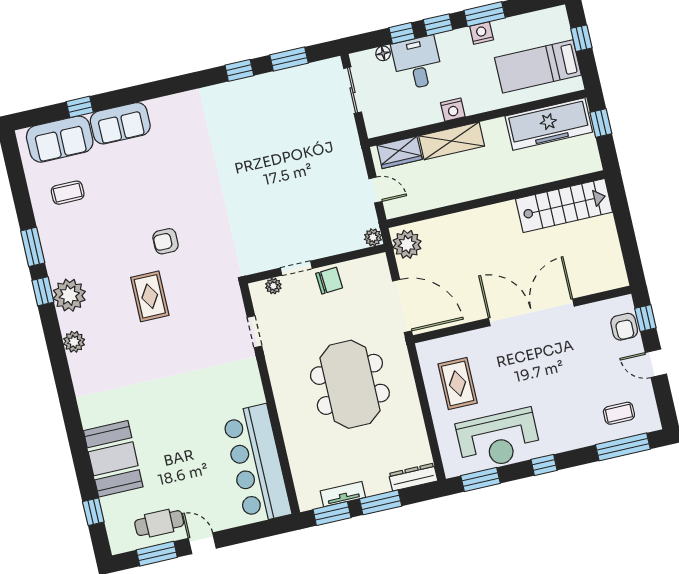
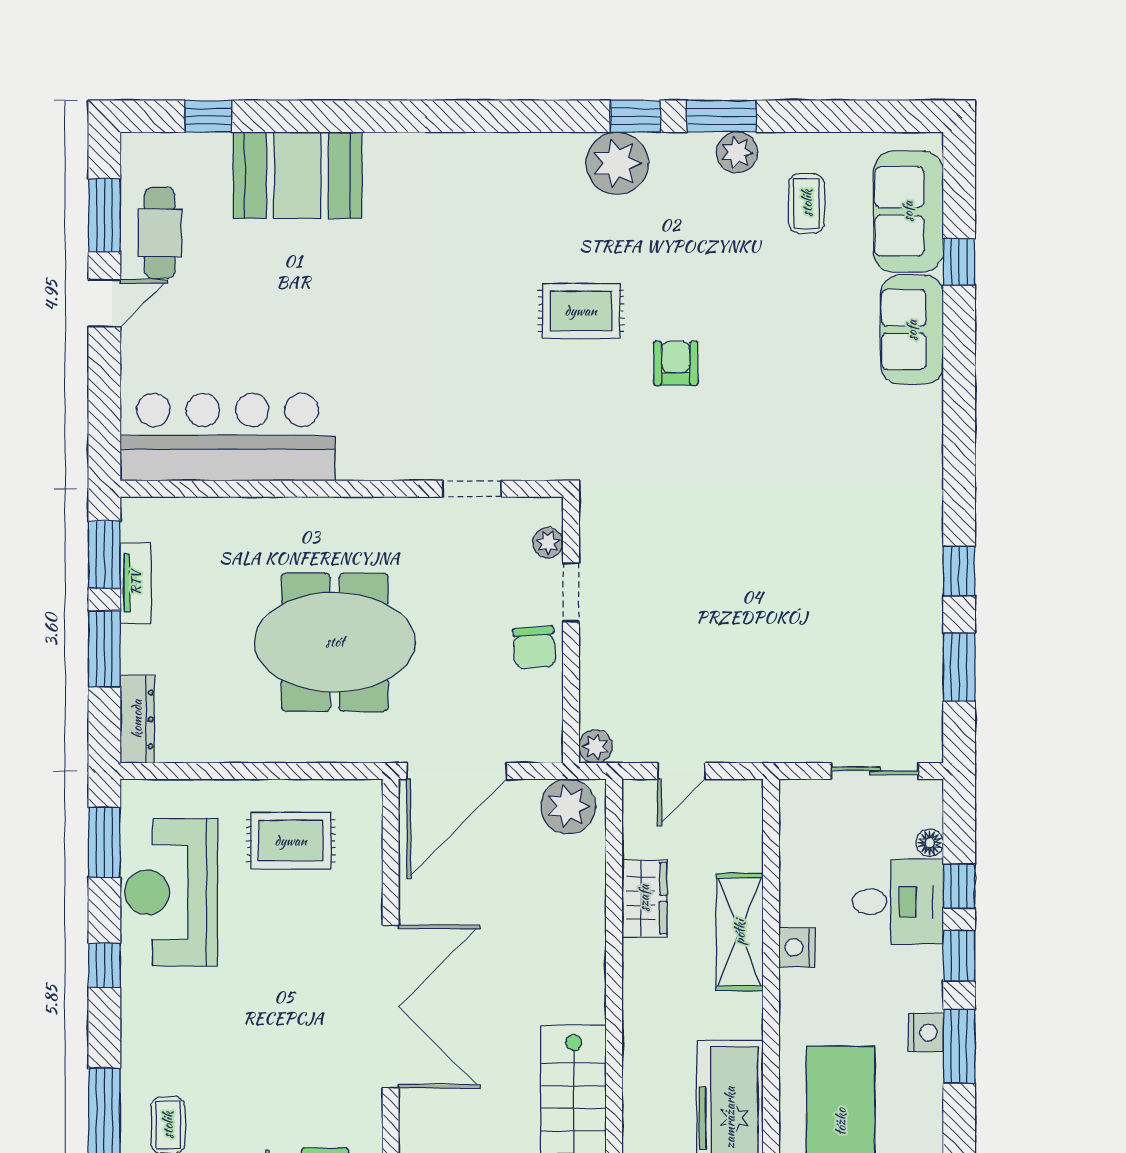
wardrobe: (400, 152) -> (644, 898), moved, turned 180
plant: (74, 342) -> (737, 152), moved

